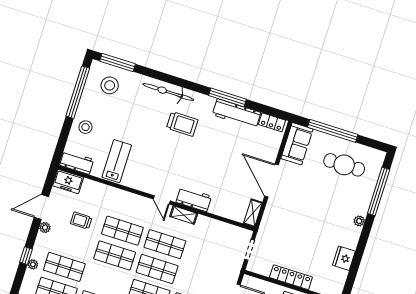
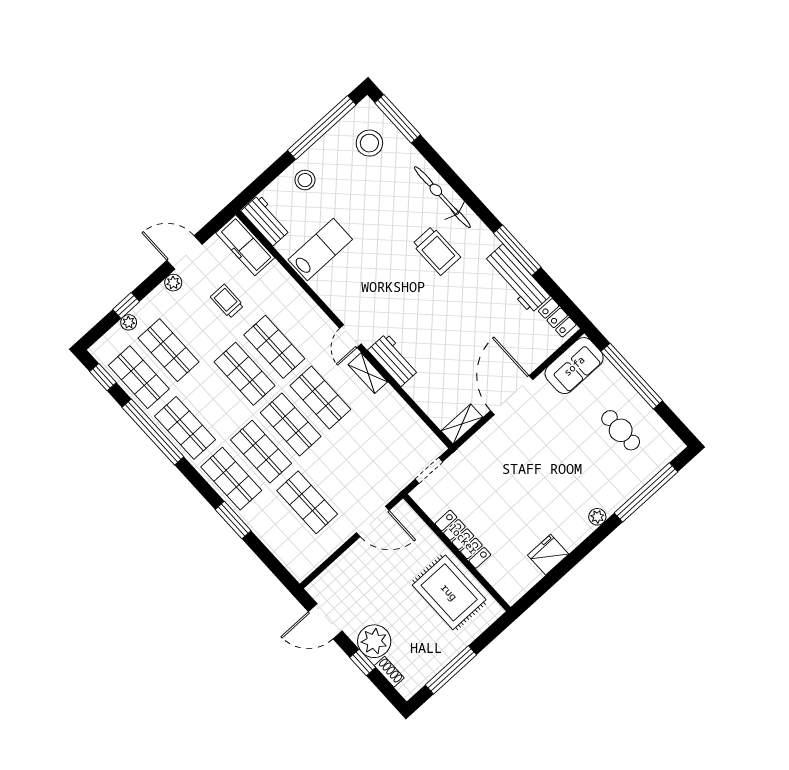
cafe table: (344, 165) -> (621, 430), width x0.73, depth x0.74
freezer: (68, 182) -> (245, 245), width x1.40

